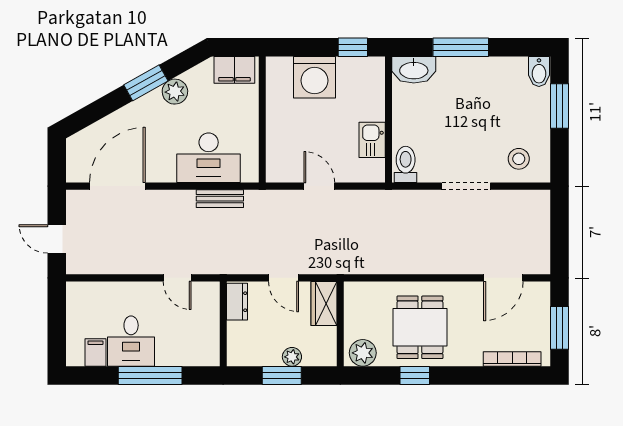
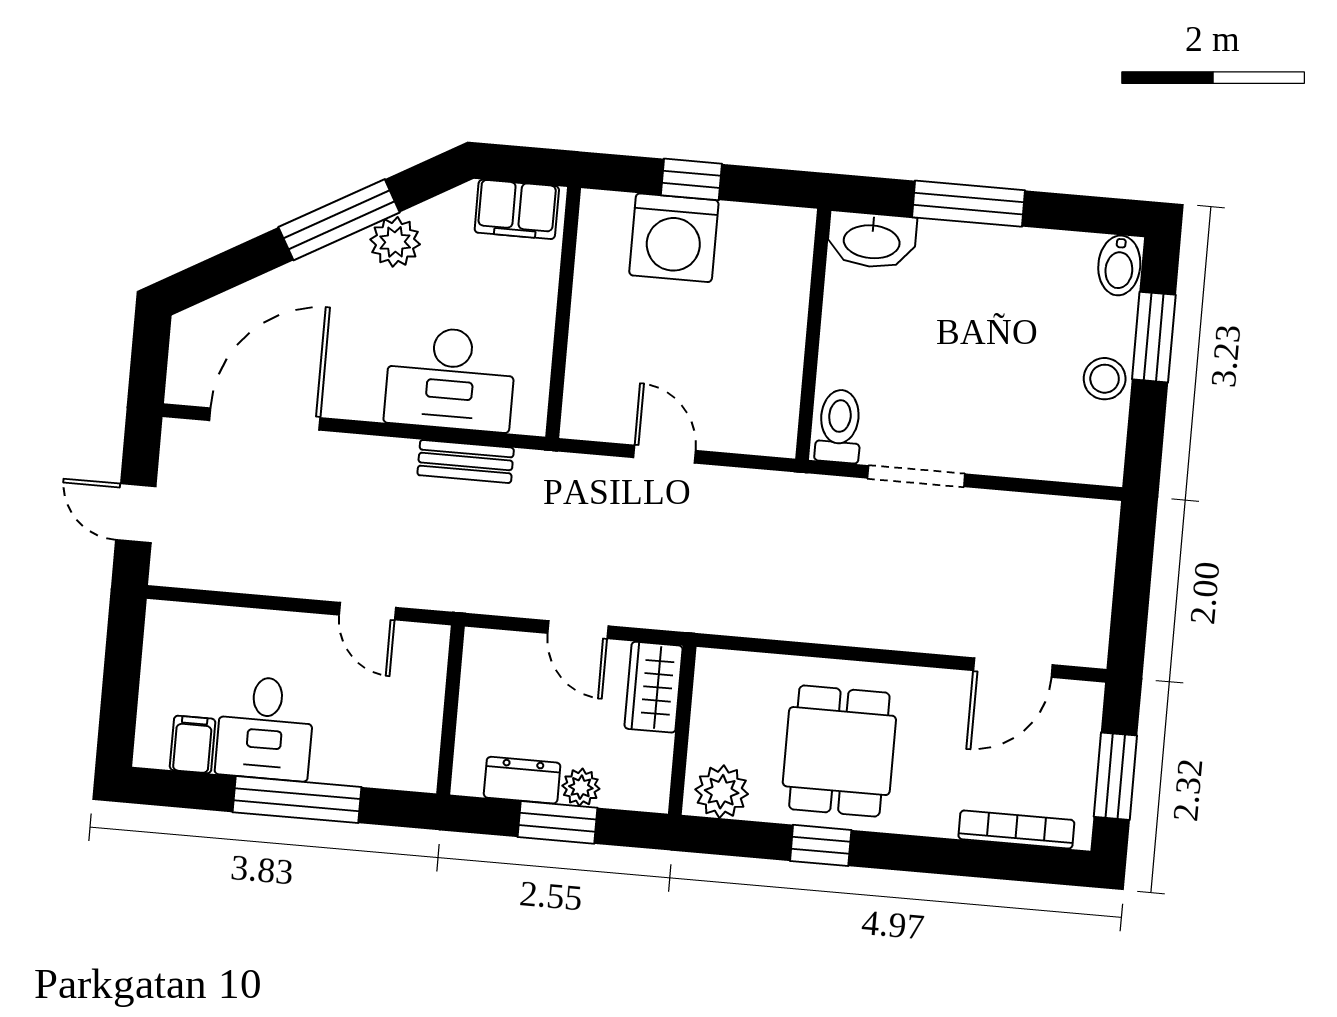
window: (353, 47) -> (691, 179), moved
window: (146, 83) -> (339, 220), width x1.44
kitchen sink: (372, 140) -> (777, 372), removed
stool: (519, 159) -> (1105, 379), moved
doorway: (466, 186) -> (916, 476), moved
dresser: (237, 302) -> (522, 780), moved, turned -90

